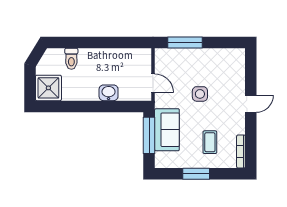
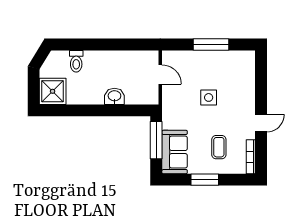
window: (185, 42) -> (211, 44), moved
door: (153, 83) -> (160, 74), moved
door: (251, 104) -> (261, 123), moved
sofa: (167, 130) -> (175, 152), moved

